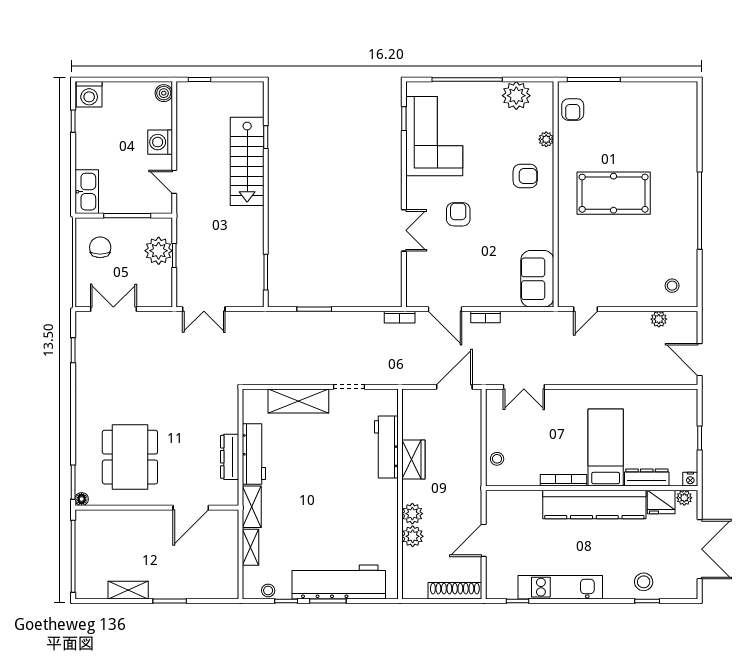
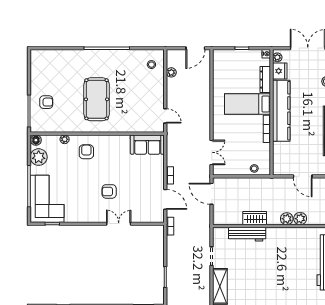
floor lamp: (545, 91) -> (36, 140), added
armchair: (573, 110) -> (46, 102), moved
corner sofa: (434, 136) -> (47, 199), moved, turned 90
door: (445, 309) -> (165, 199), hinge flipped

